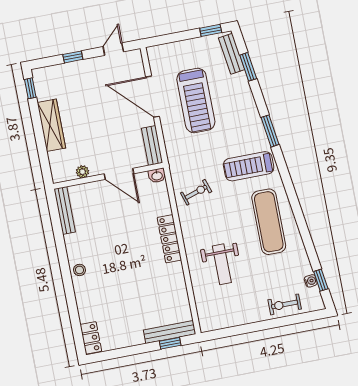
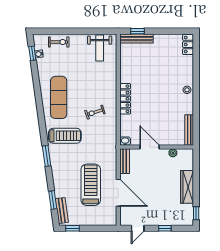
exercise bike: (196, 192) -> (95, 112), moved
weight bench: (222, 264) -> (100, 48), moved, turned 180

